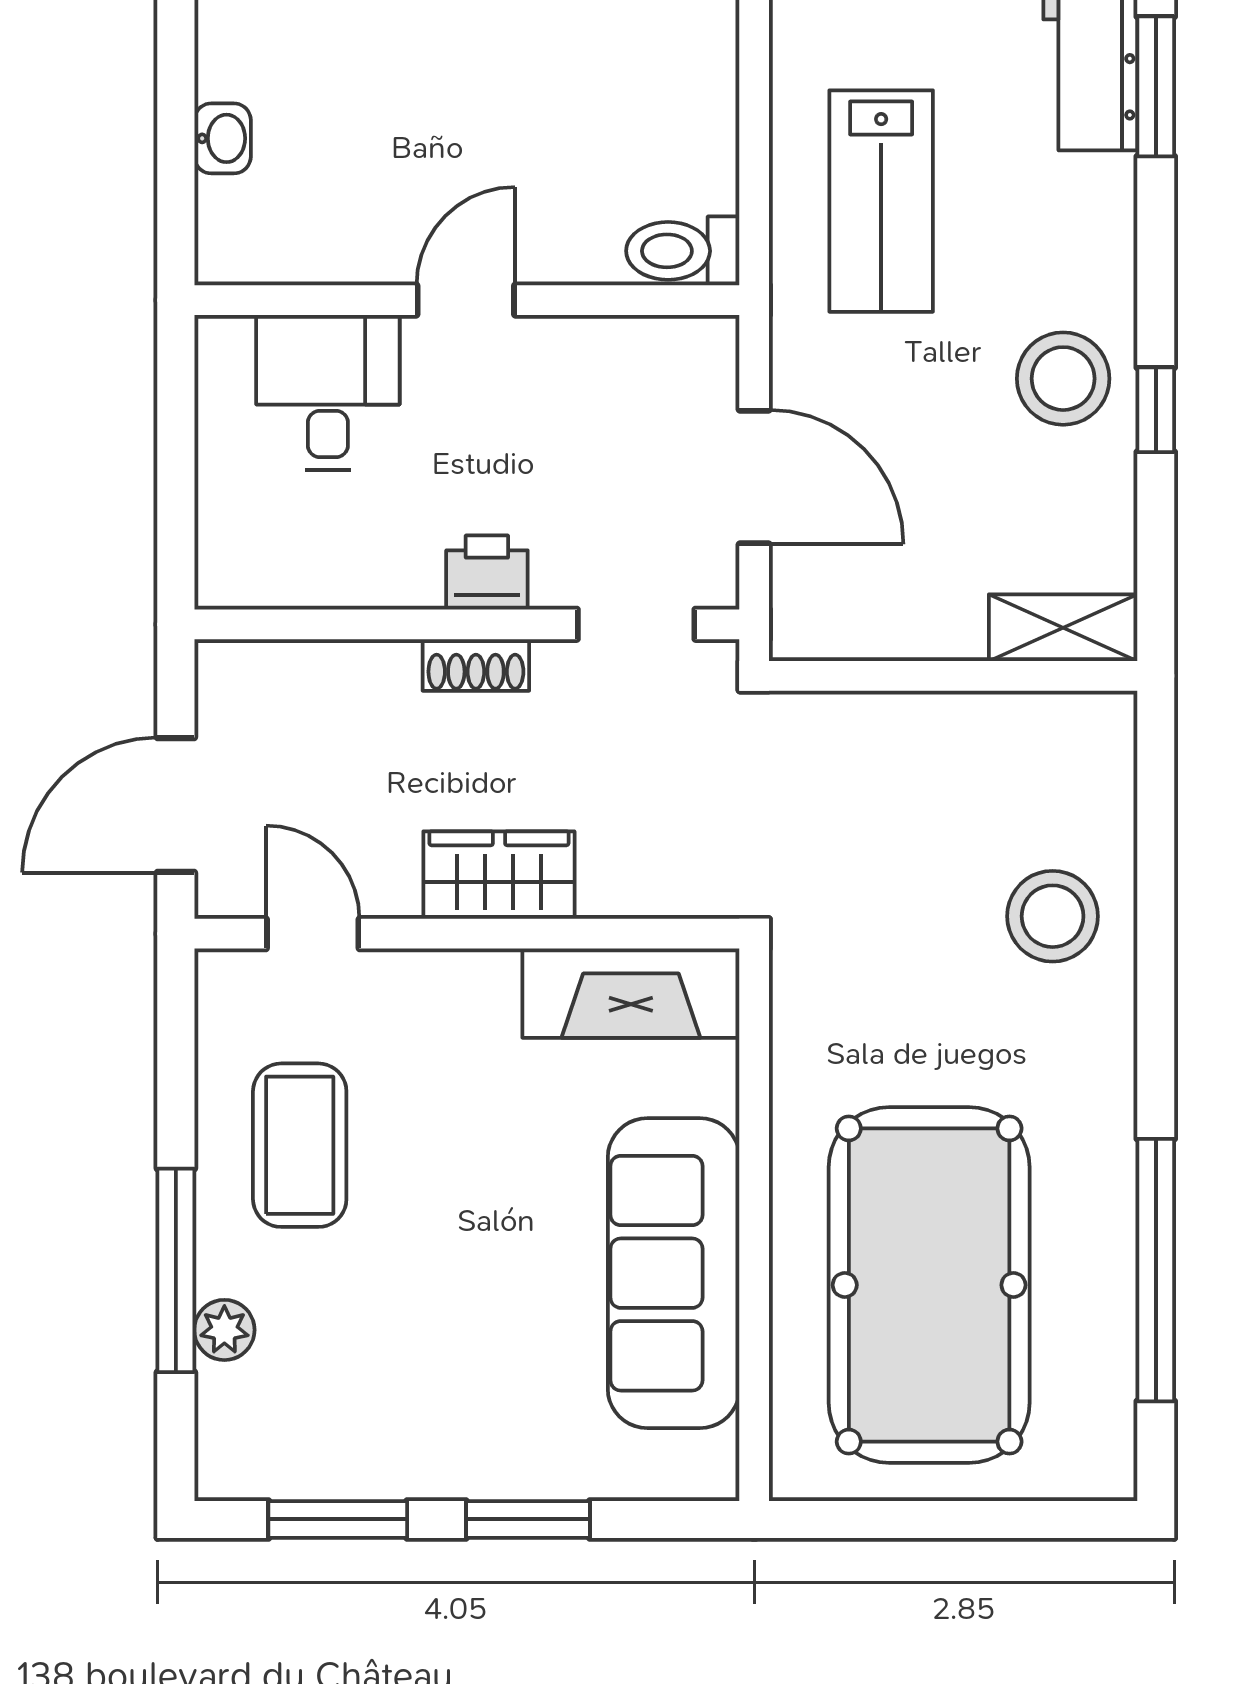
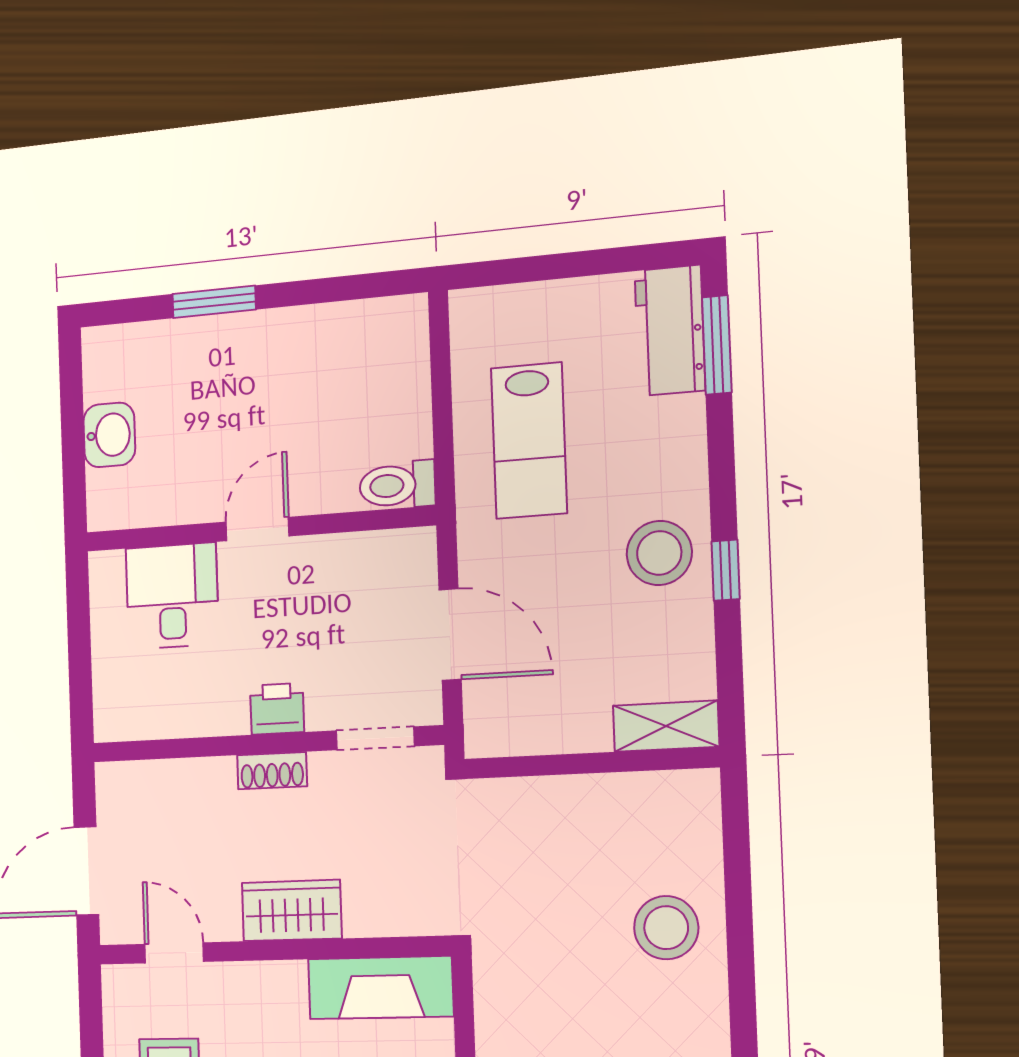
washbasin: (223, 138) -> (109, 435), width x1.38, depth x1.45

